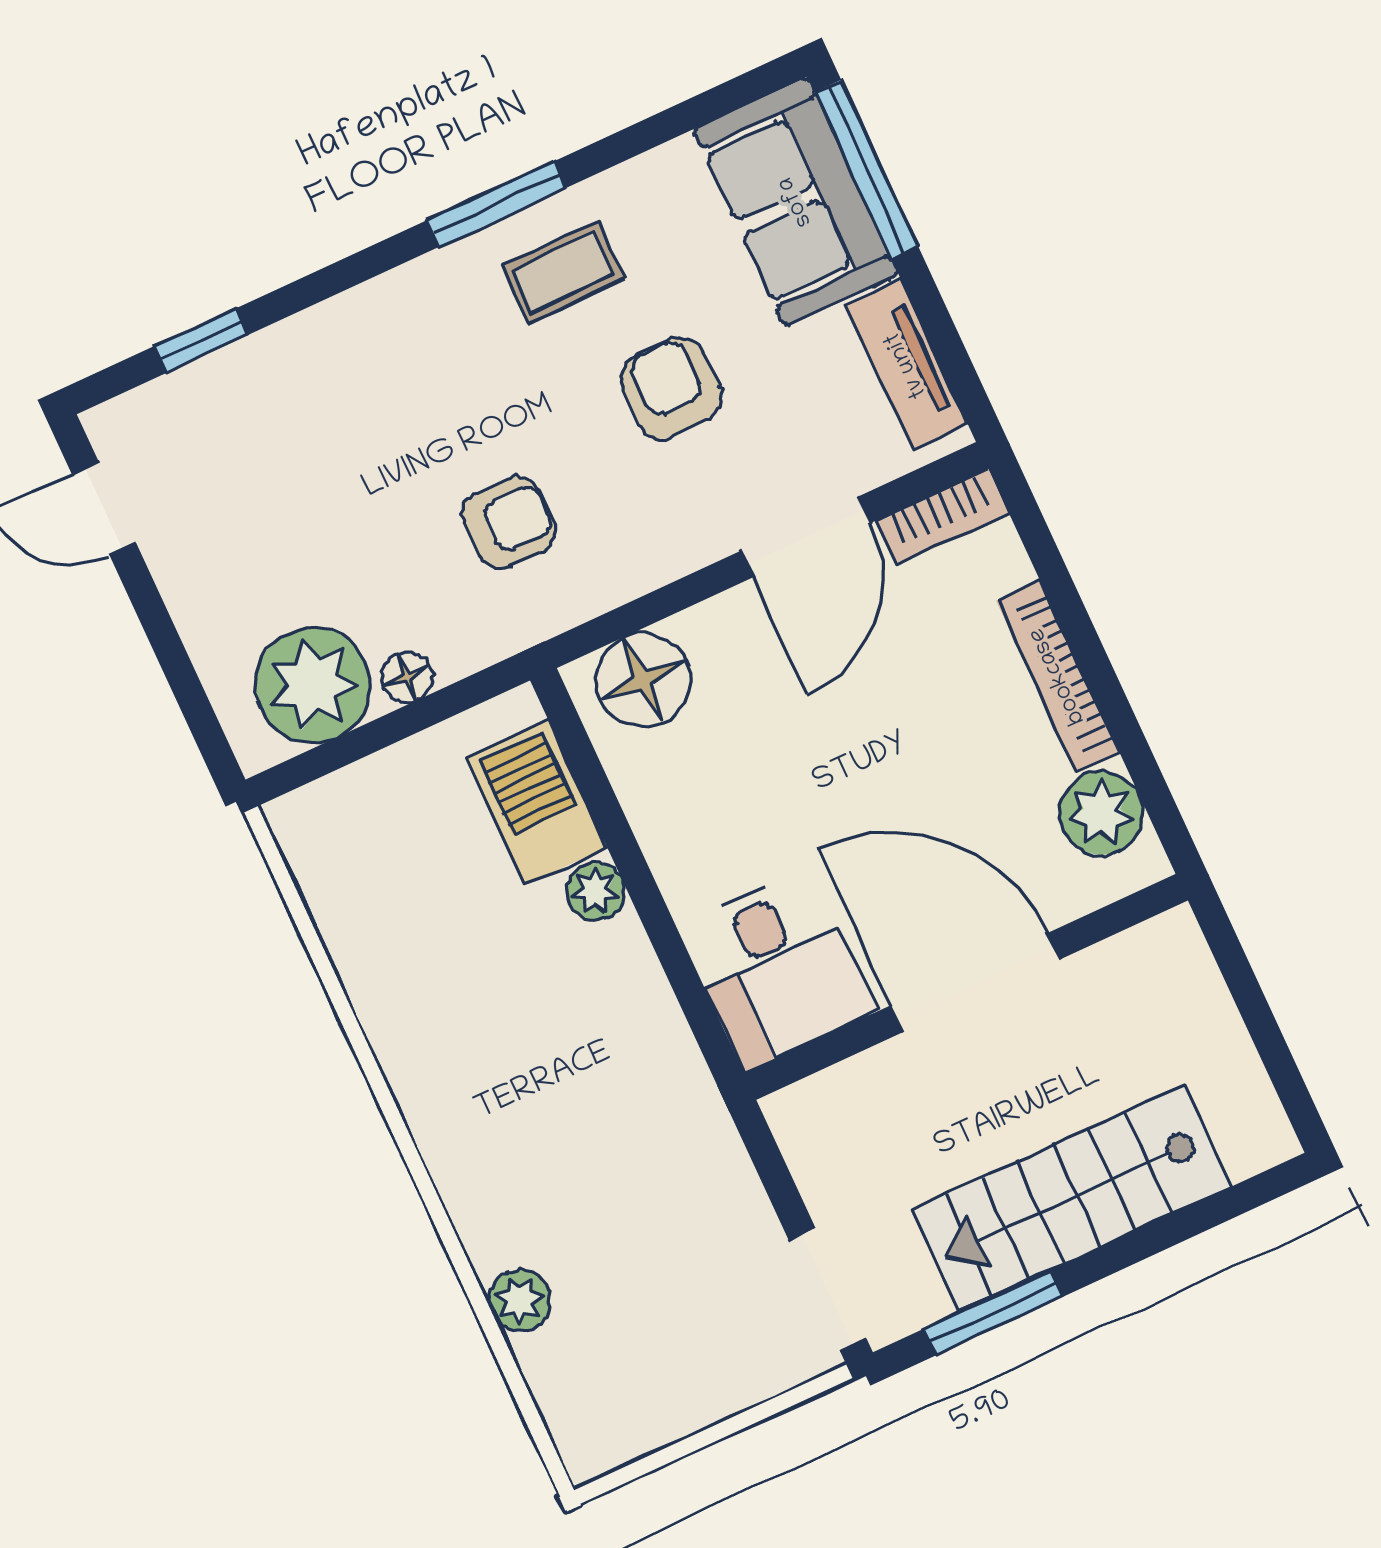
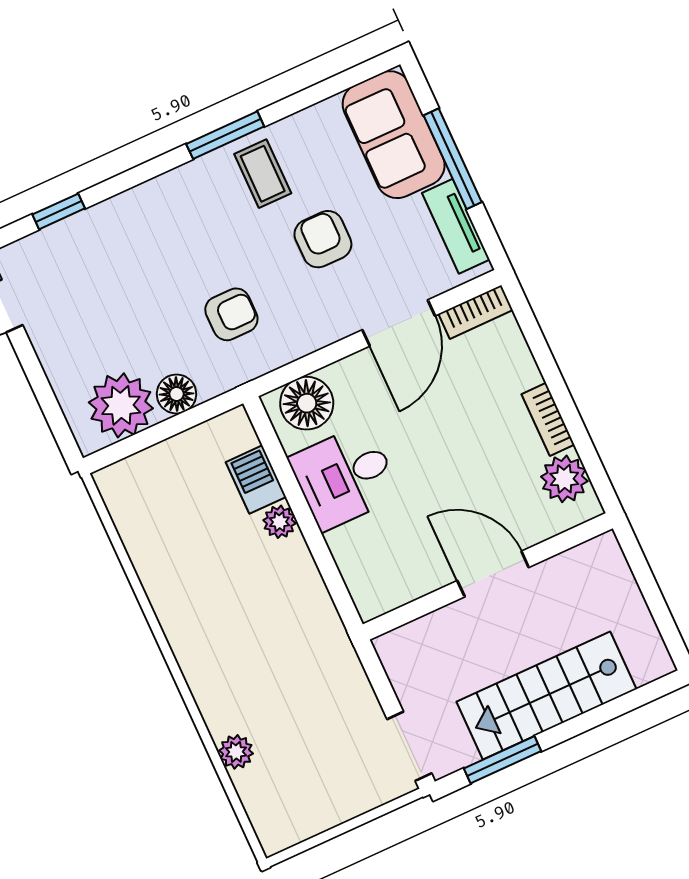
window: (866, 169) -> (453, 159), moved
coffee table: (563, 272) -> (263, 174), turned 90
bookcase: (1058, 676) -> (548, 419), width x0.64
floor lamp: (407, 677) -> (177, 394), width x1.37, depth x1.37
barbecue: (536, 803) -> (256, 480), width x0.73, depth x0.79
desk: (778, 969) -> (345, 477), moved, turned 90
door: (975, 982) -> (493, 574), width x0.73

